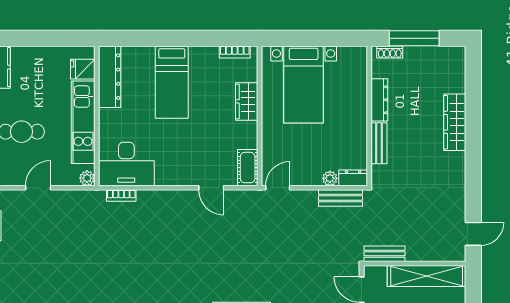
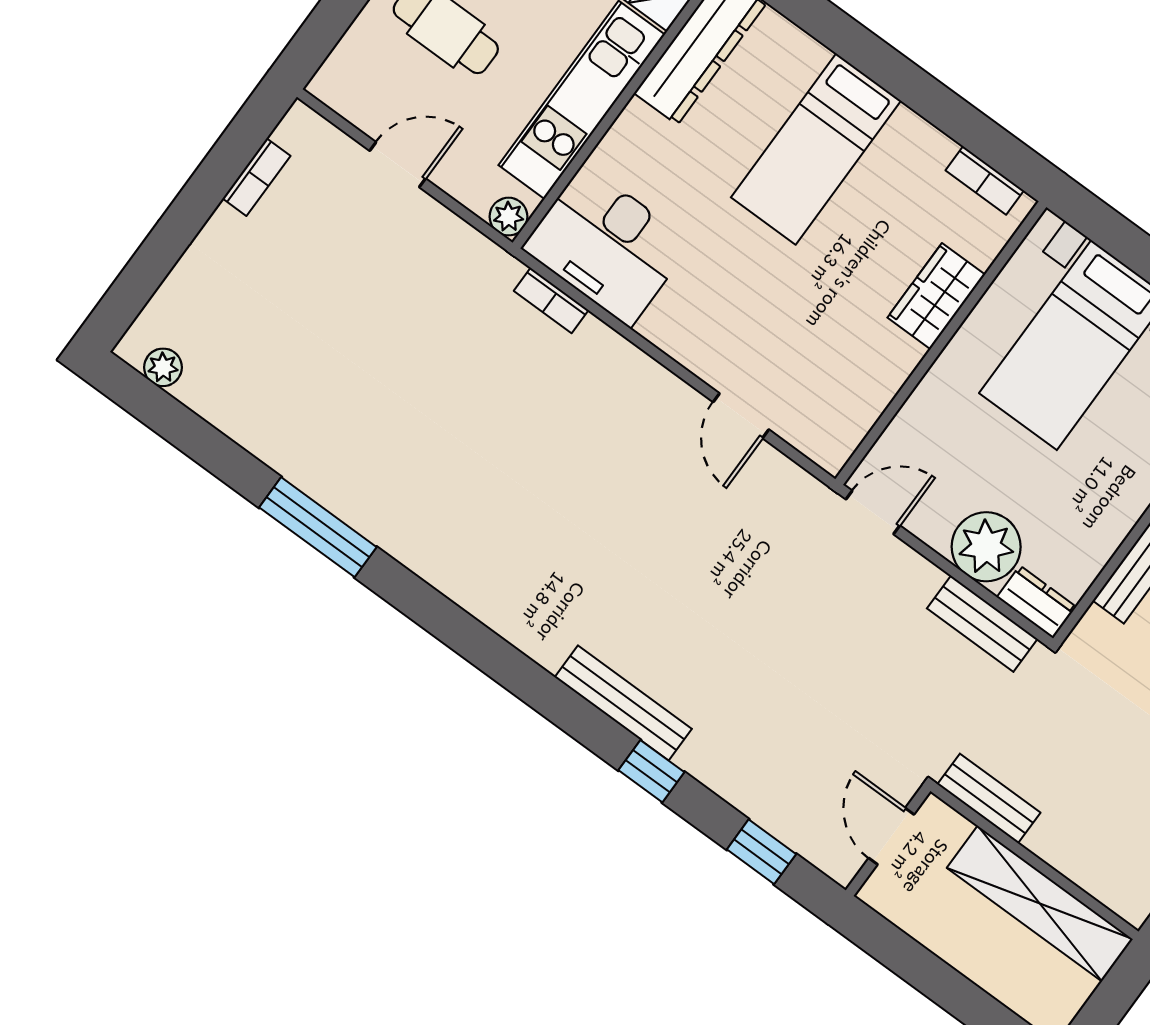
cot: (248, 168) -> (842, 429), removed
plant: (330, 178) -> (986, 547), width x1.88, depth x1.88

